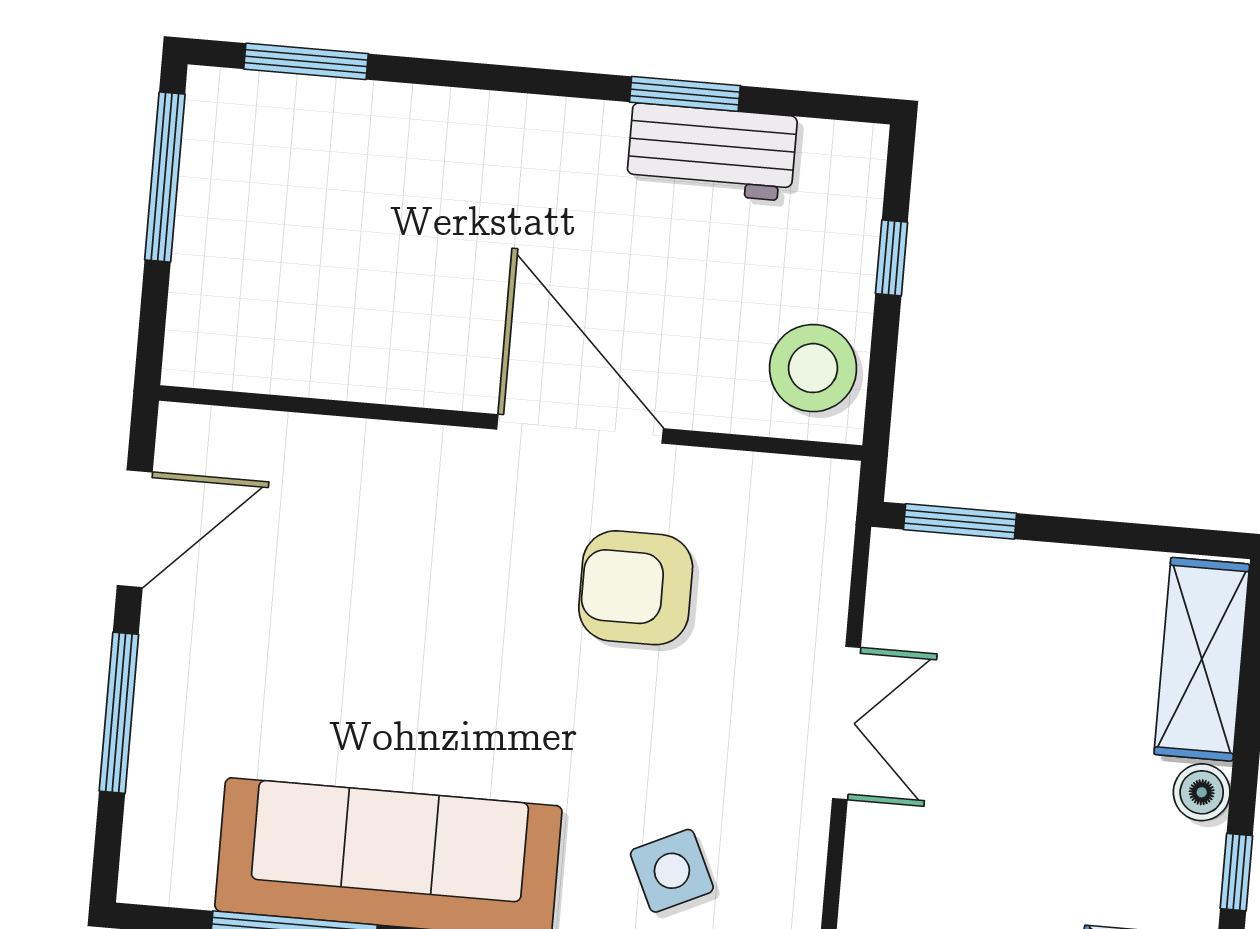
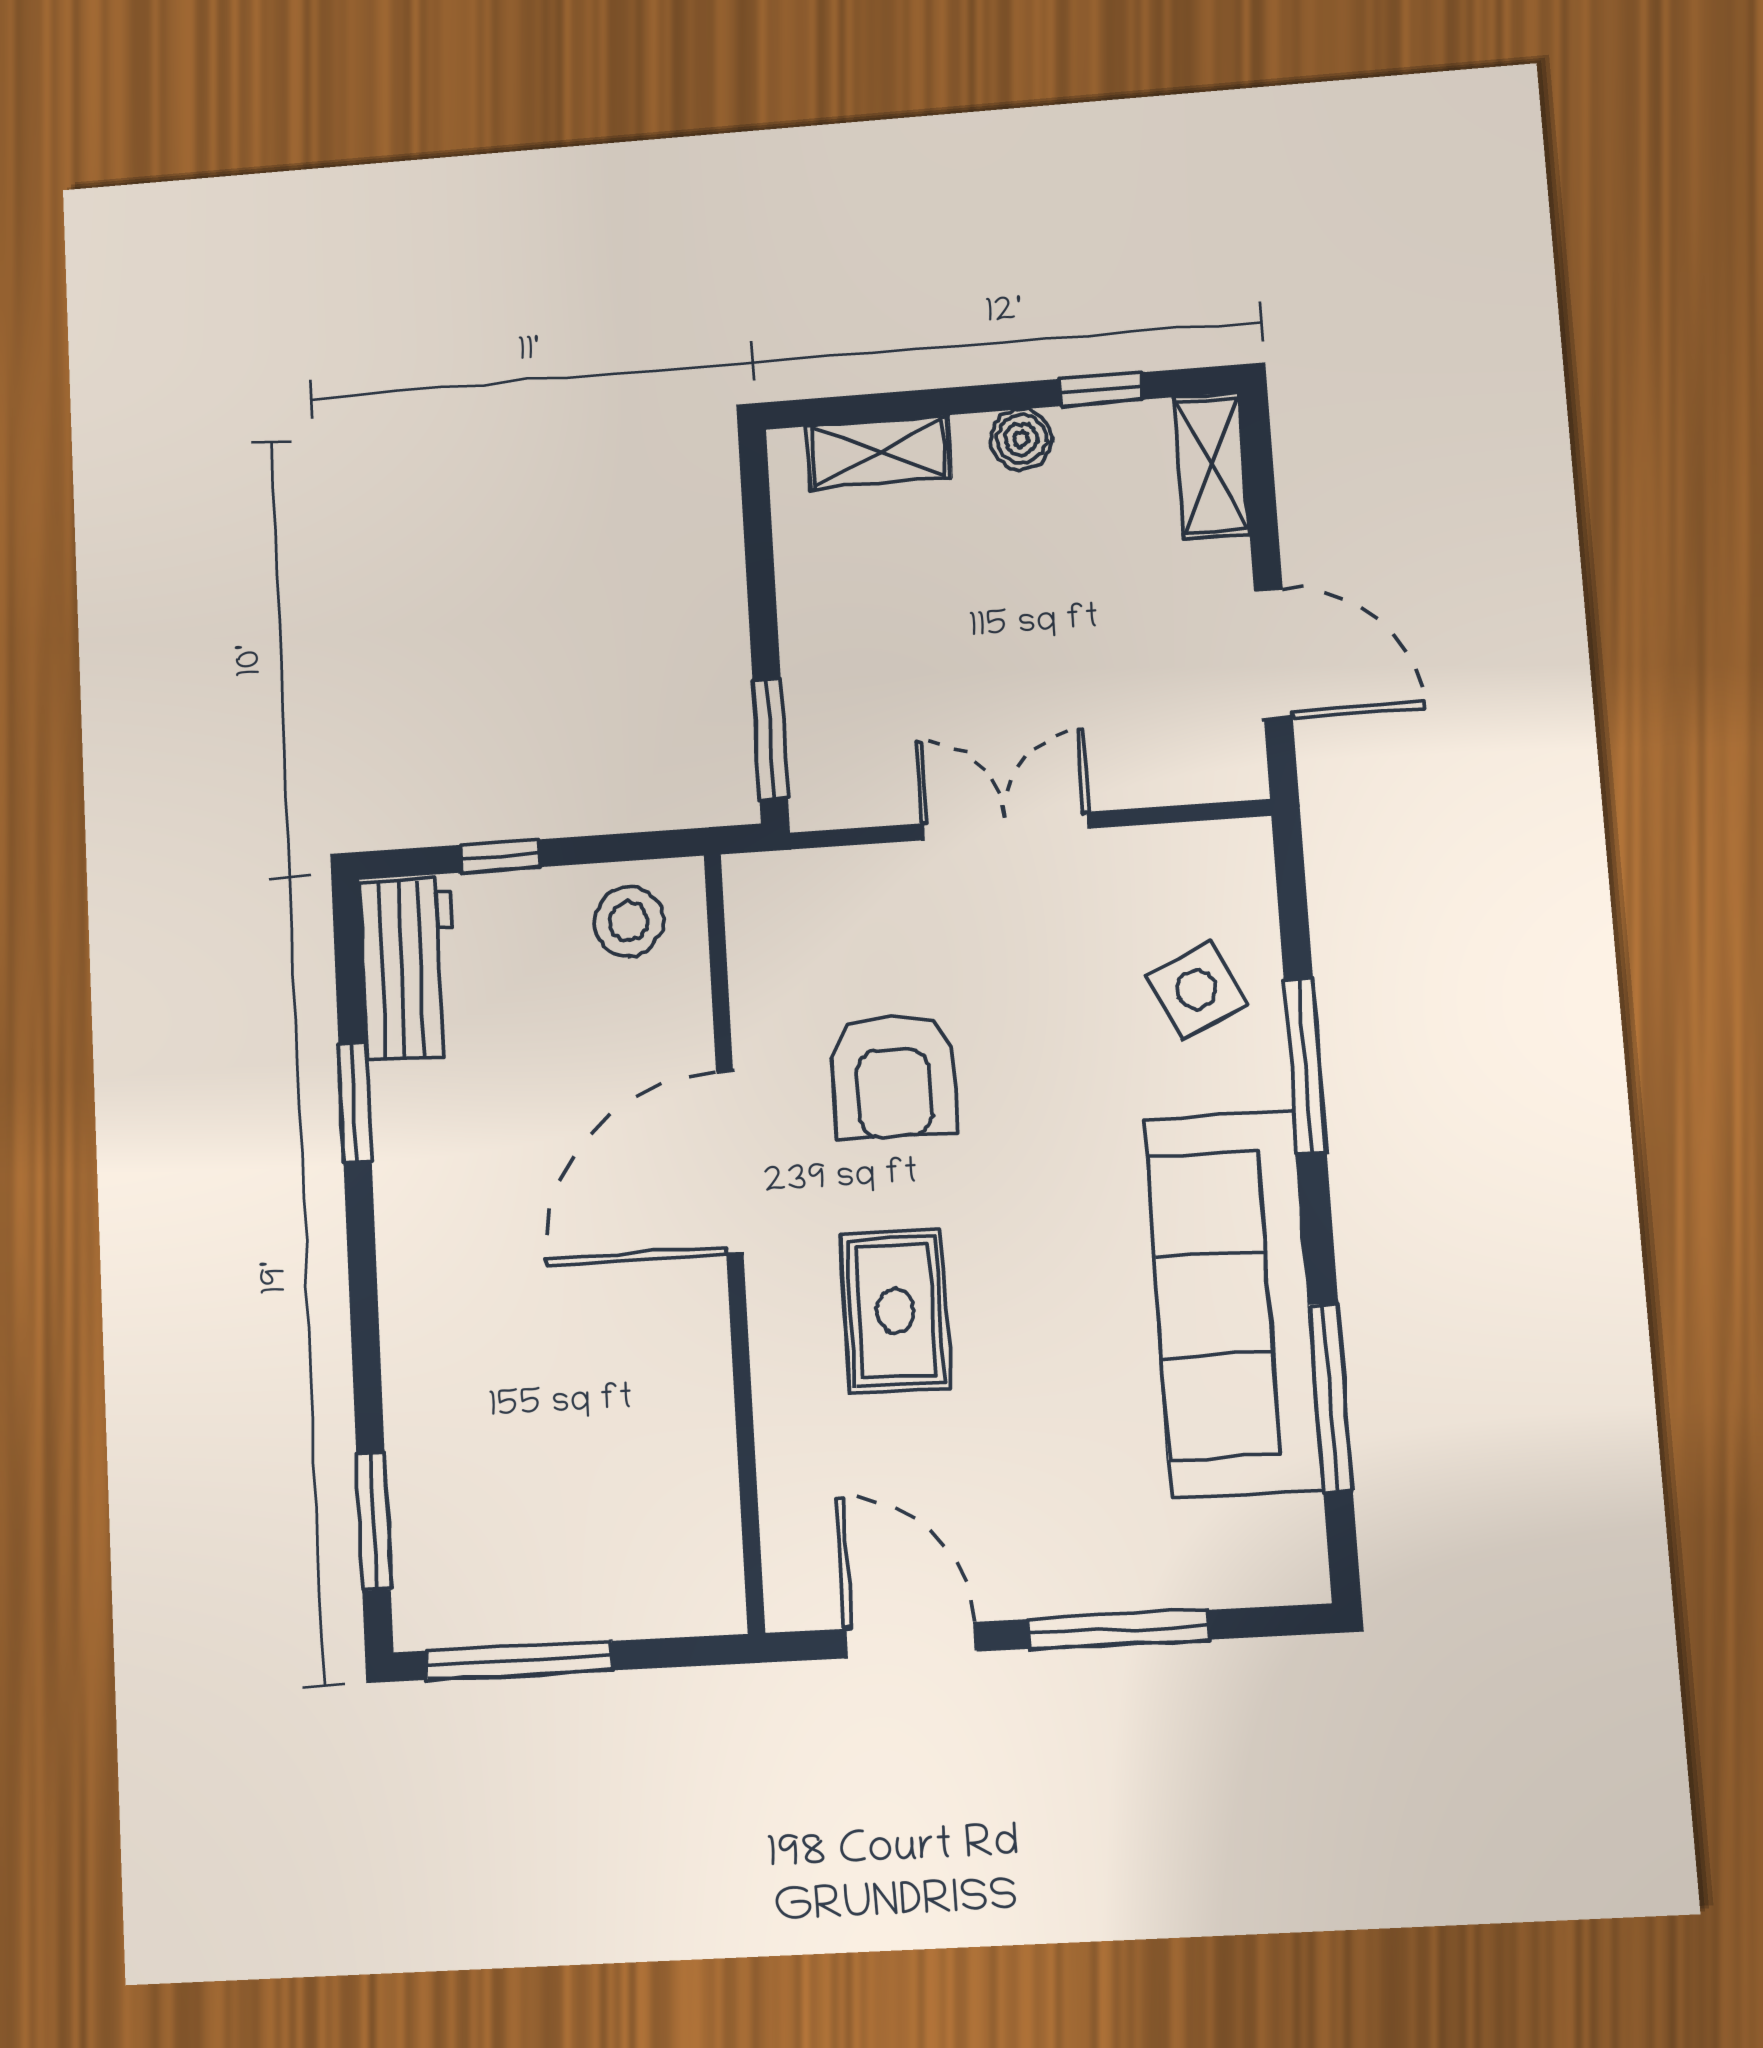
workbench: (712, 152) -> (409, 969), moved
stool: (813, 368) -> (629, 921), width x0.73, depth x0.73
rug: (425, 558) -> (895, 1311), added
shelving: (1202, 659) -> (879, 452), width x0.67, depth x0.75

